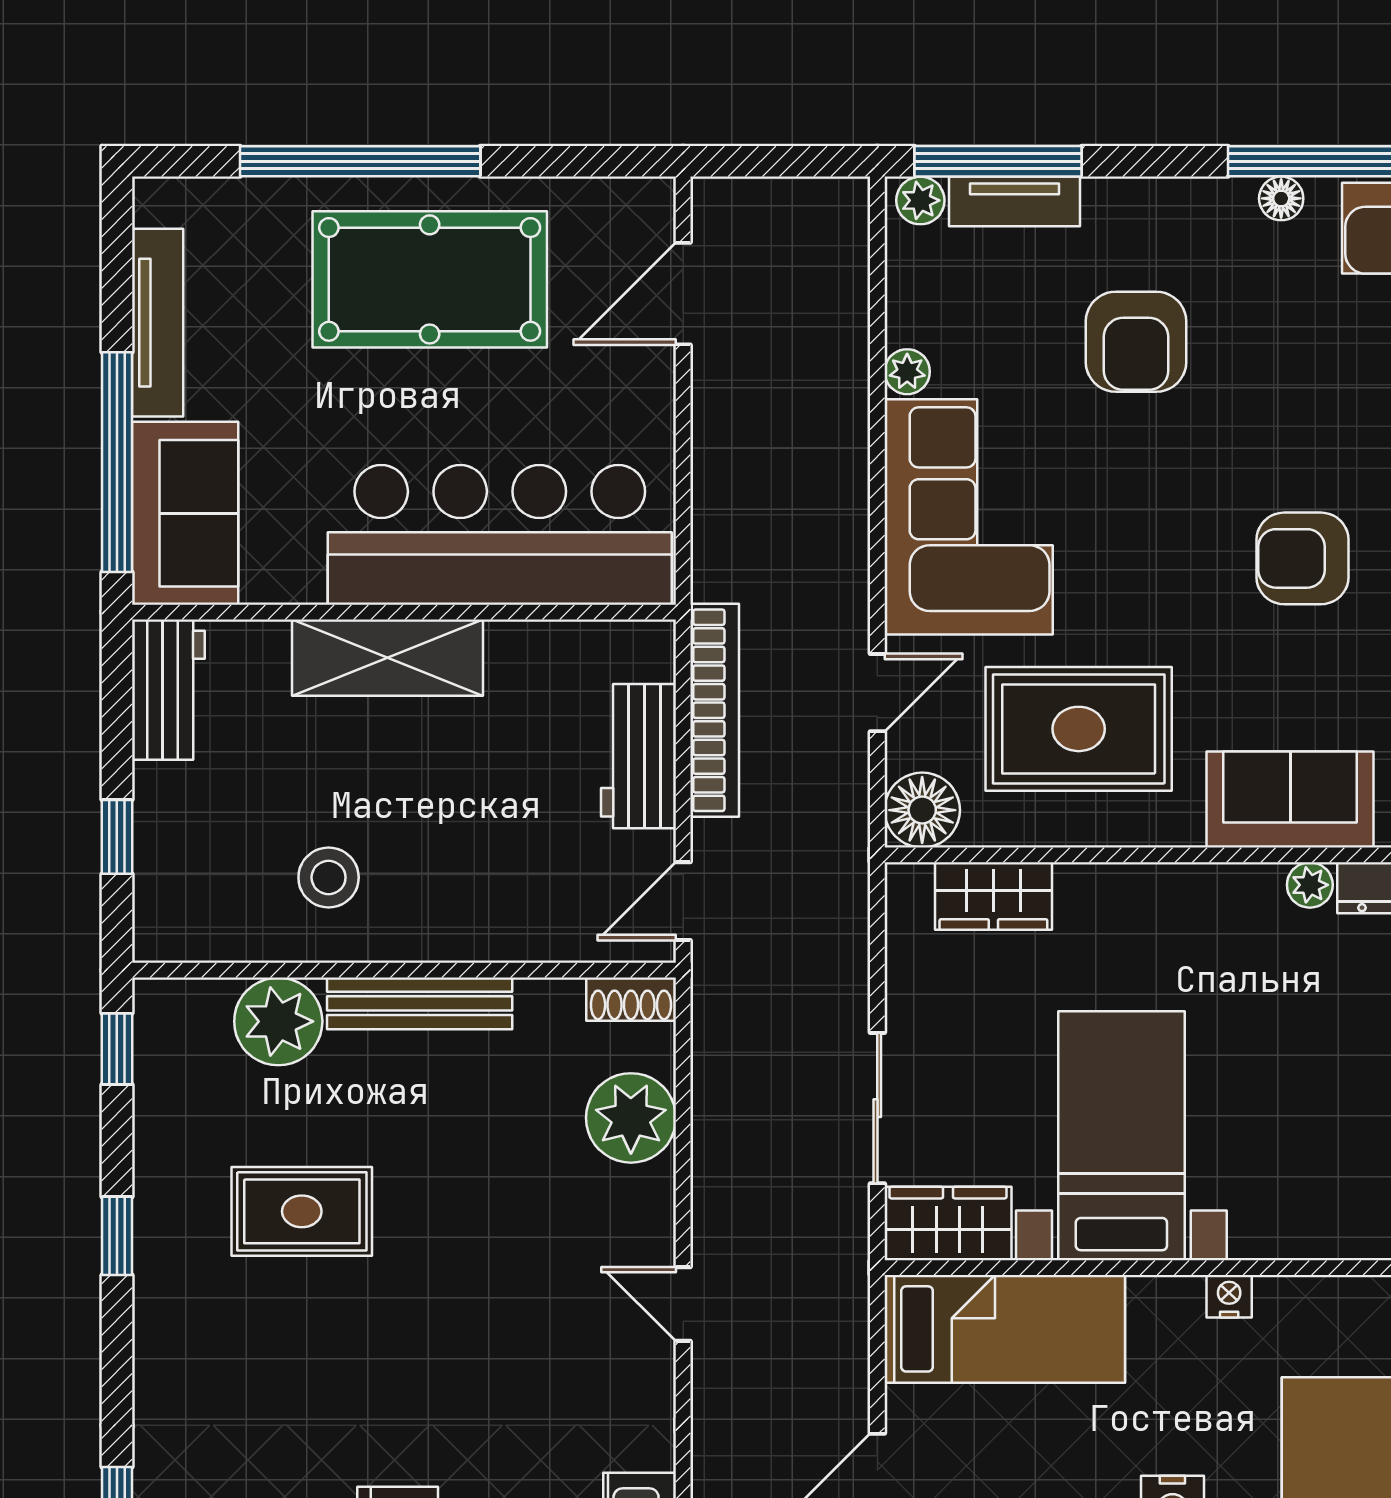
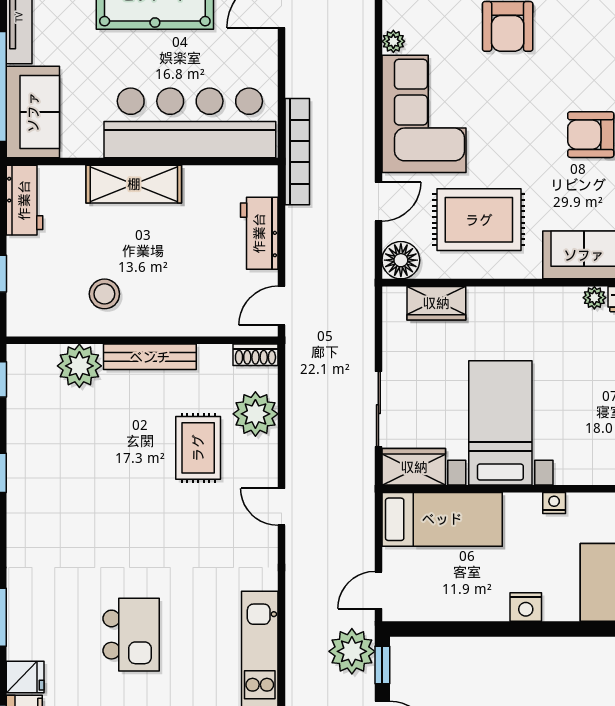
bookcase: (715, 710) -> (297, 152), moved
rug: (302, 1211) -> (198, 448), moved, turned 90

